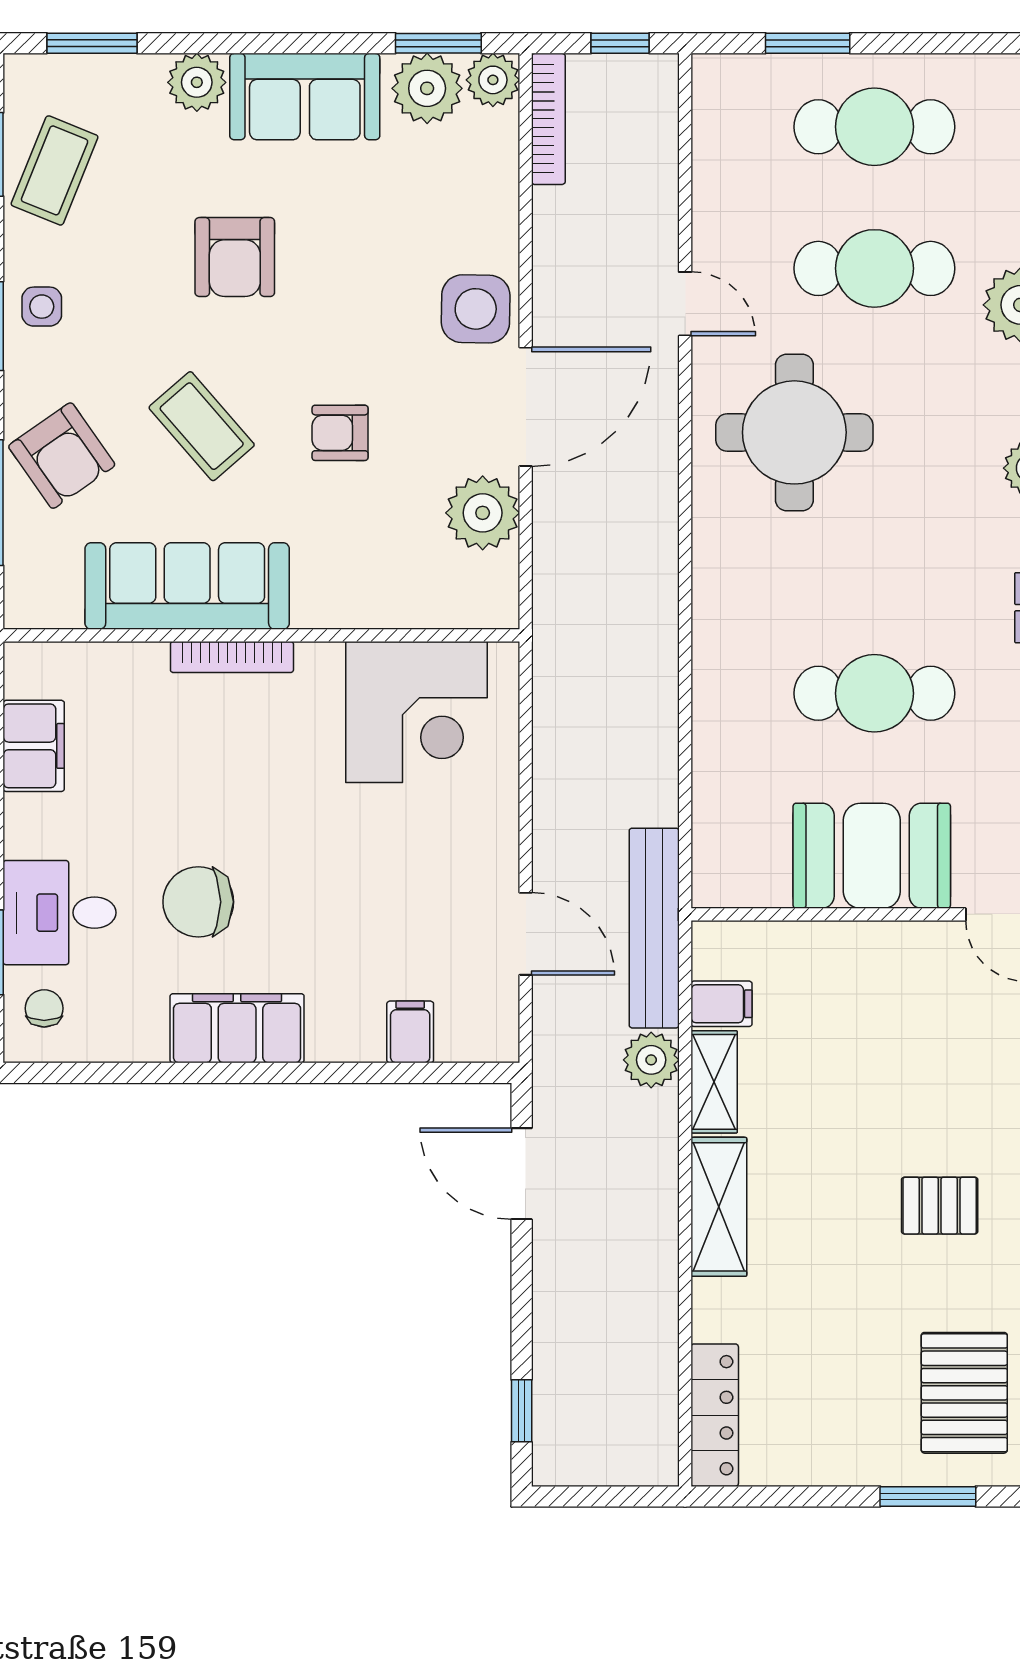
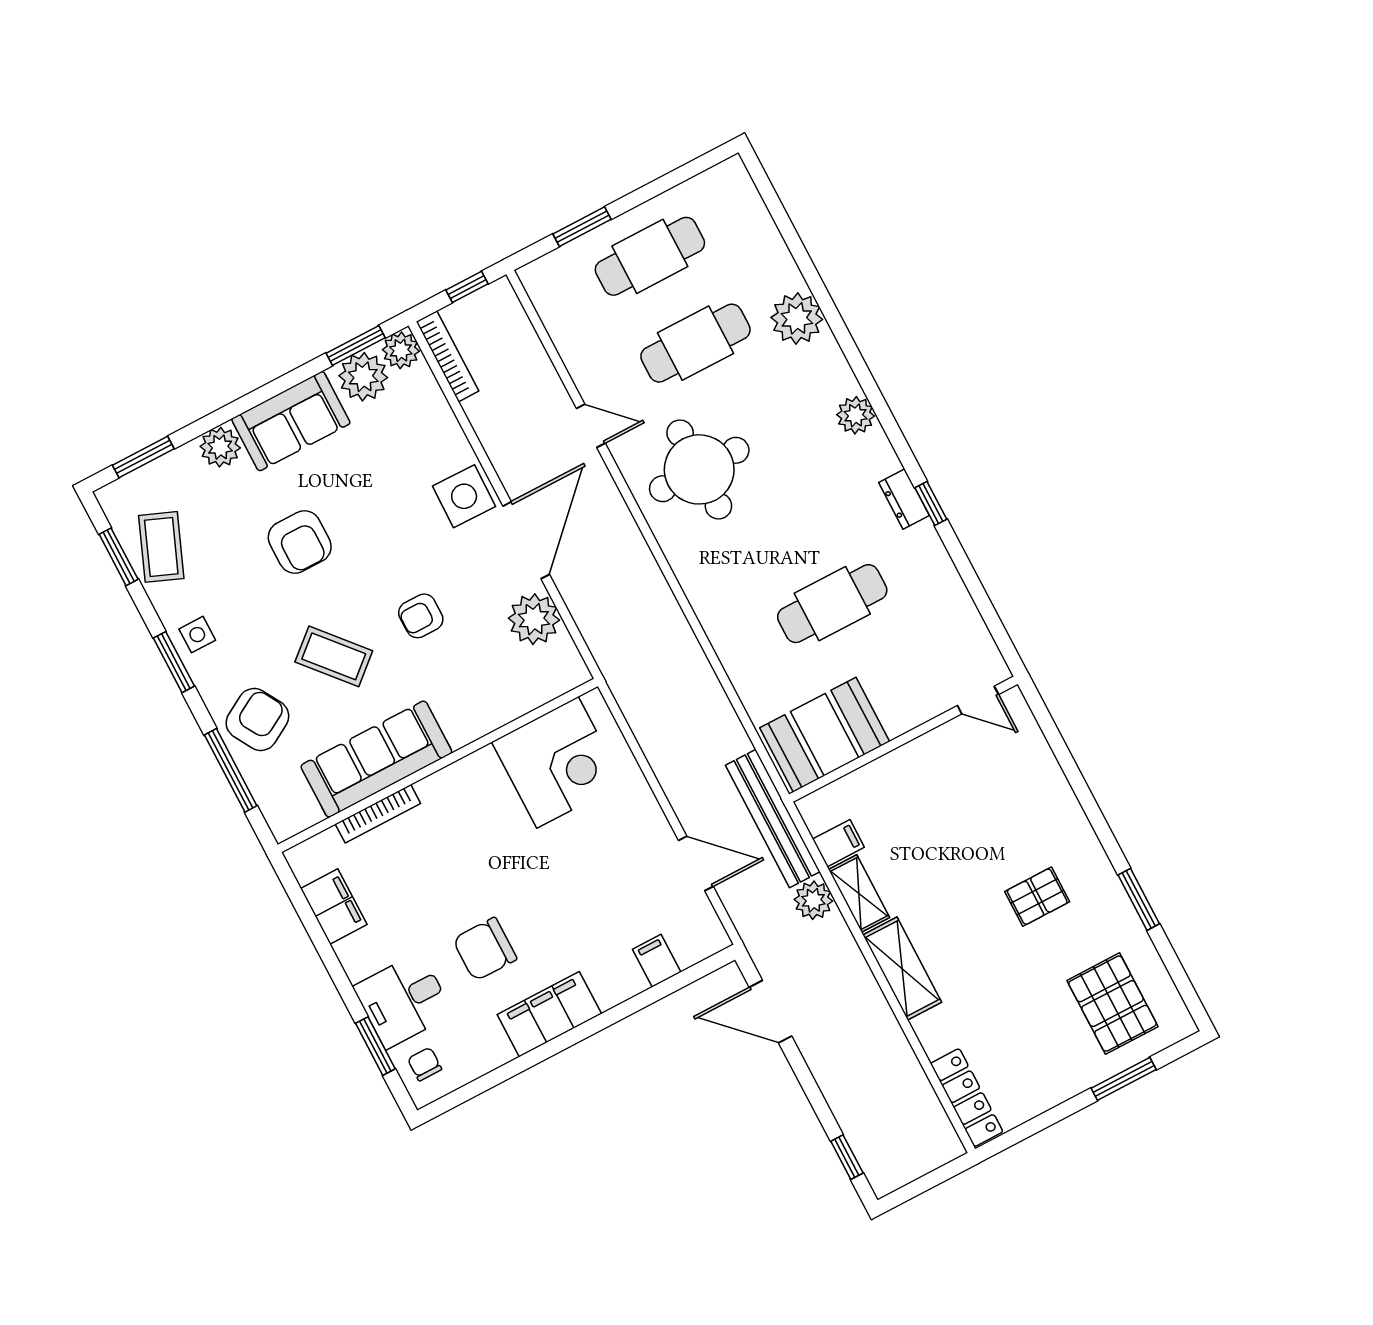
armchair: (62, 456) -> (257, 719), turned -85
bookcase: (232, 657) -> (378, 814), moved
booth: (872, 856) -> (825, 735), moved

